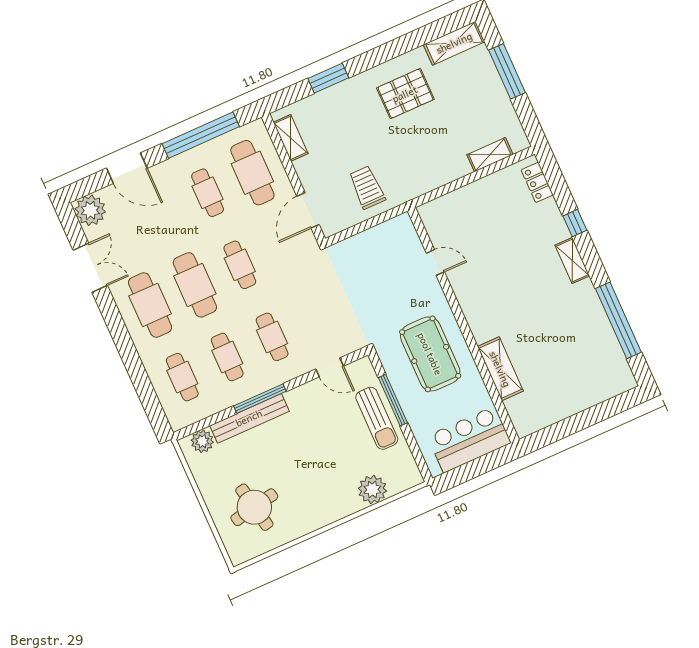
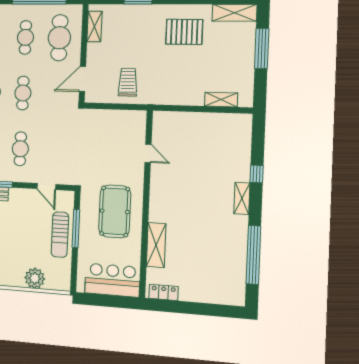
locker: (537, 182) -> (164, 292), moved, turned 90

